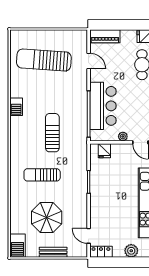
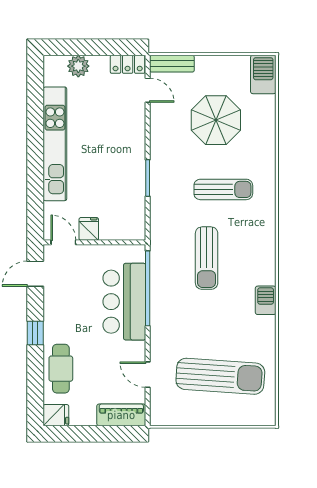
plant: (123, 136) -> (92, 252), removed
fridge: (104, 151) -> (89, 229), moved
bench: (53, 252) -> (172, 64), moved

